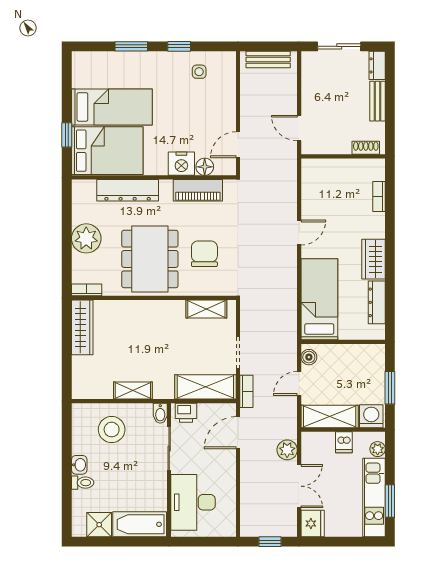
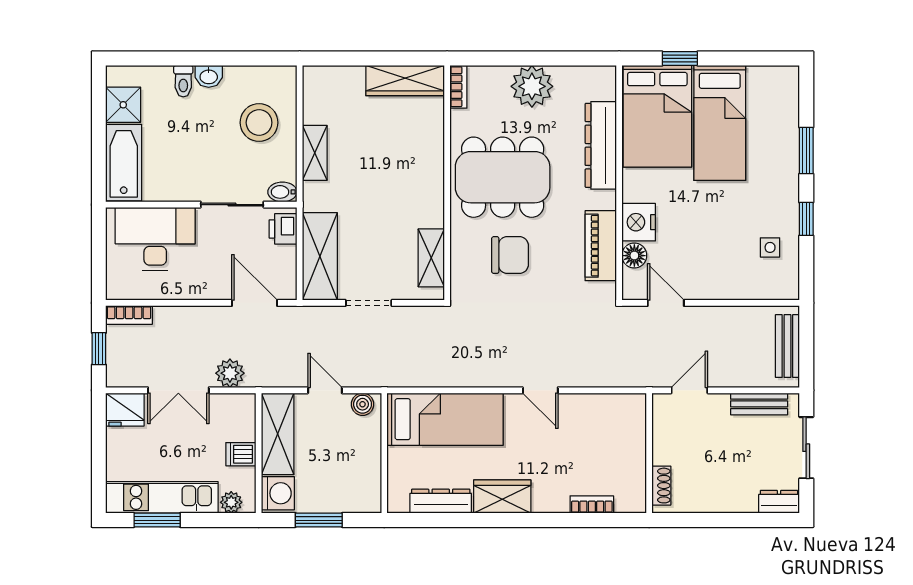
bench: (378, 101) -> (759, 404), moved
bookcase: (246, 391) -> (129, 315), moved

